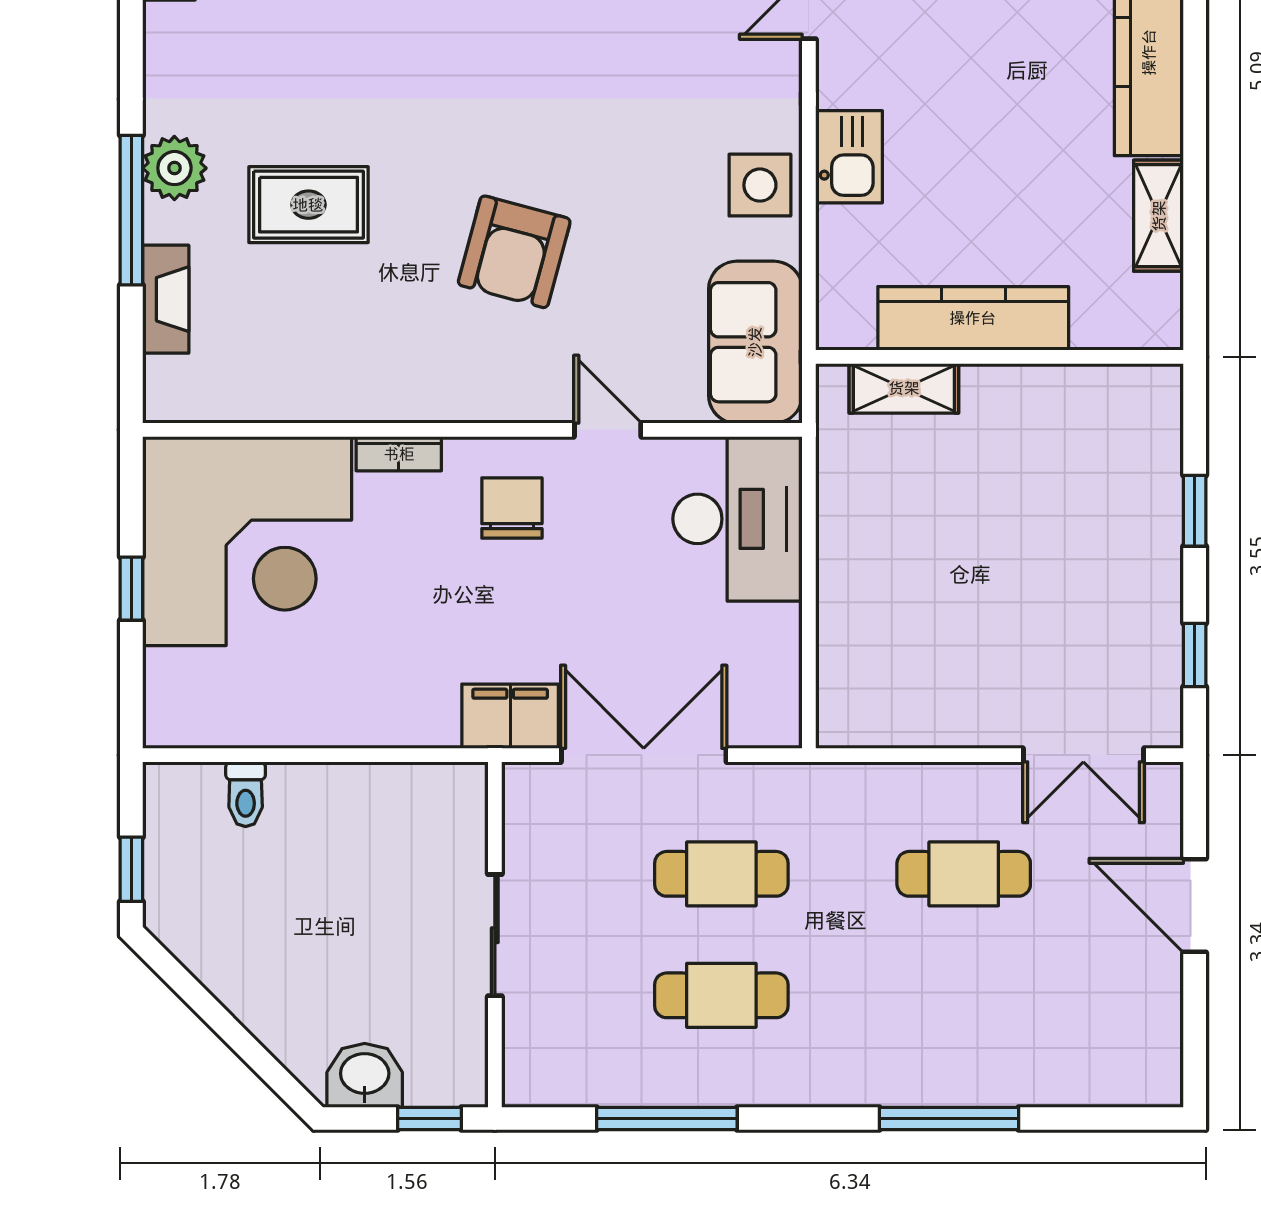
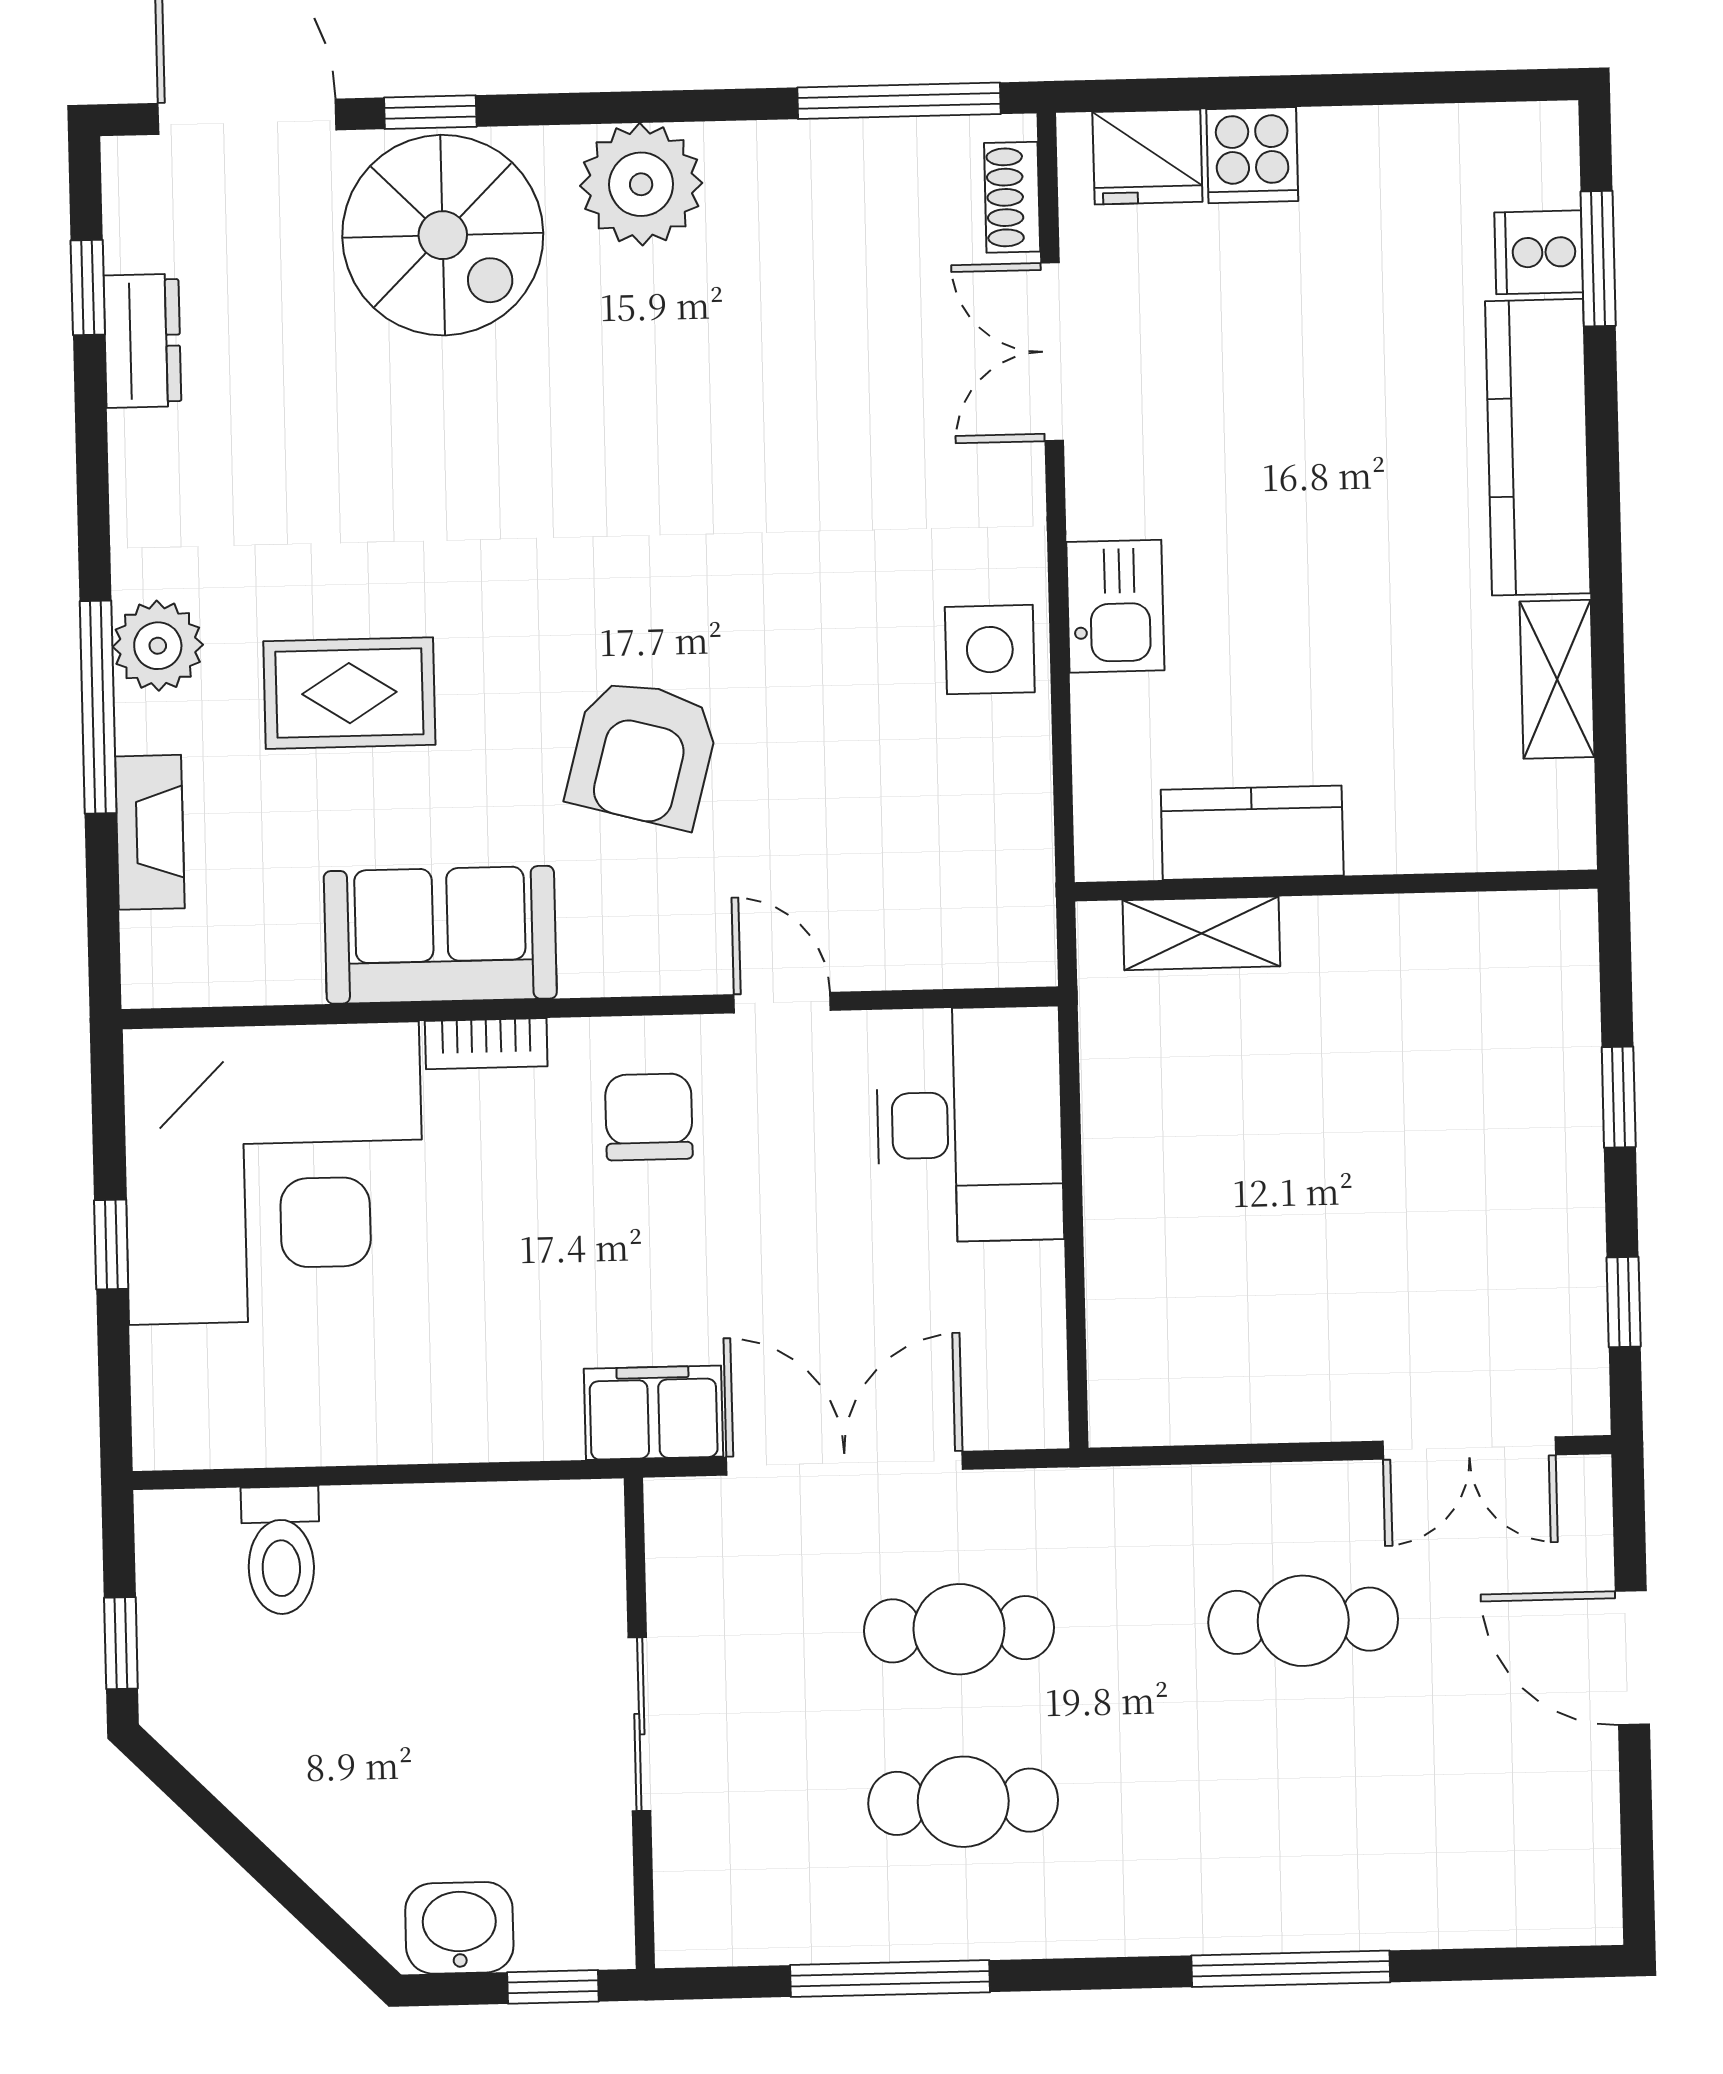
kitchen counter: (973, 318) -> (1252, 833), width x0.67
sofa: (755, 342) -> (440, 935), moved, turned 90
toilet: (246, 794) -> (281, 1550), width x1.37, depth x1.39

